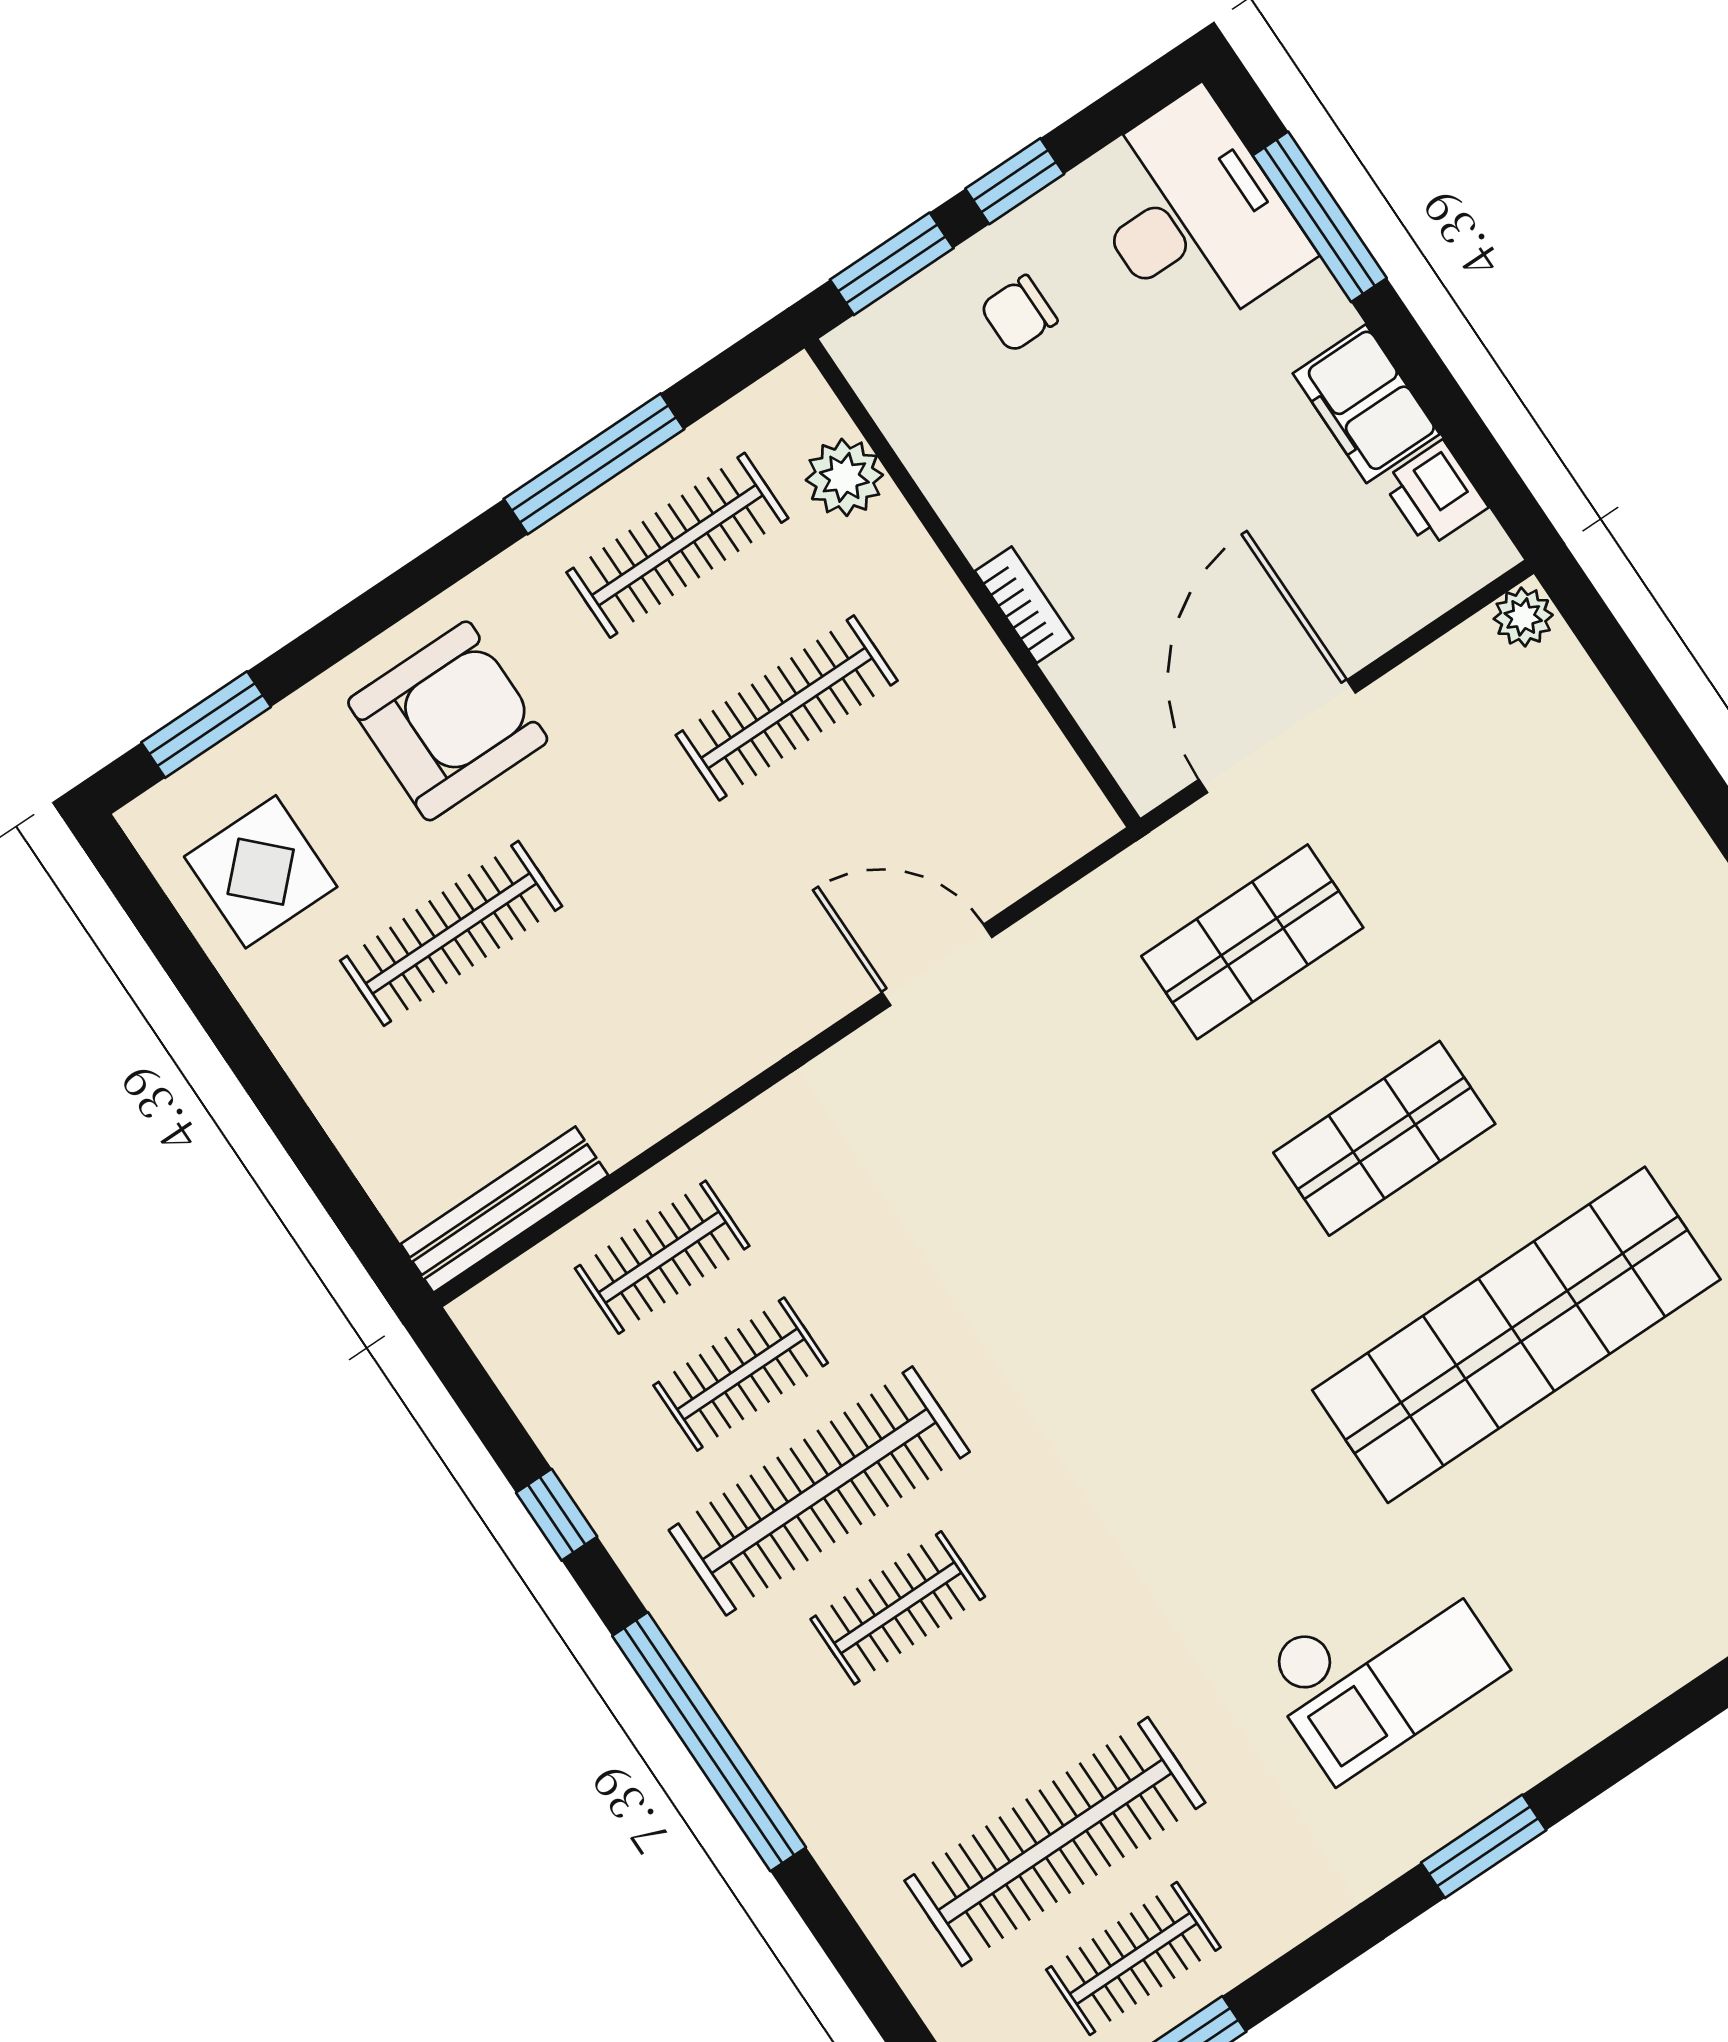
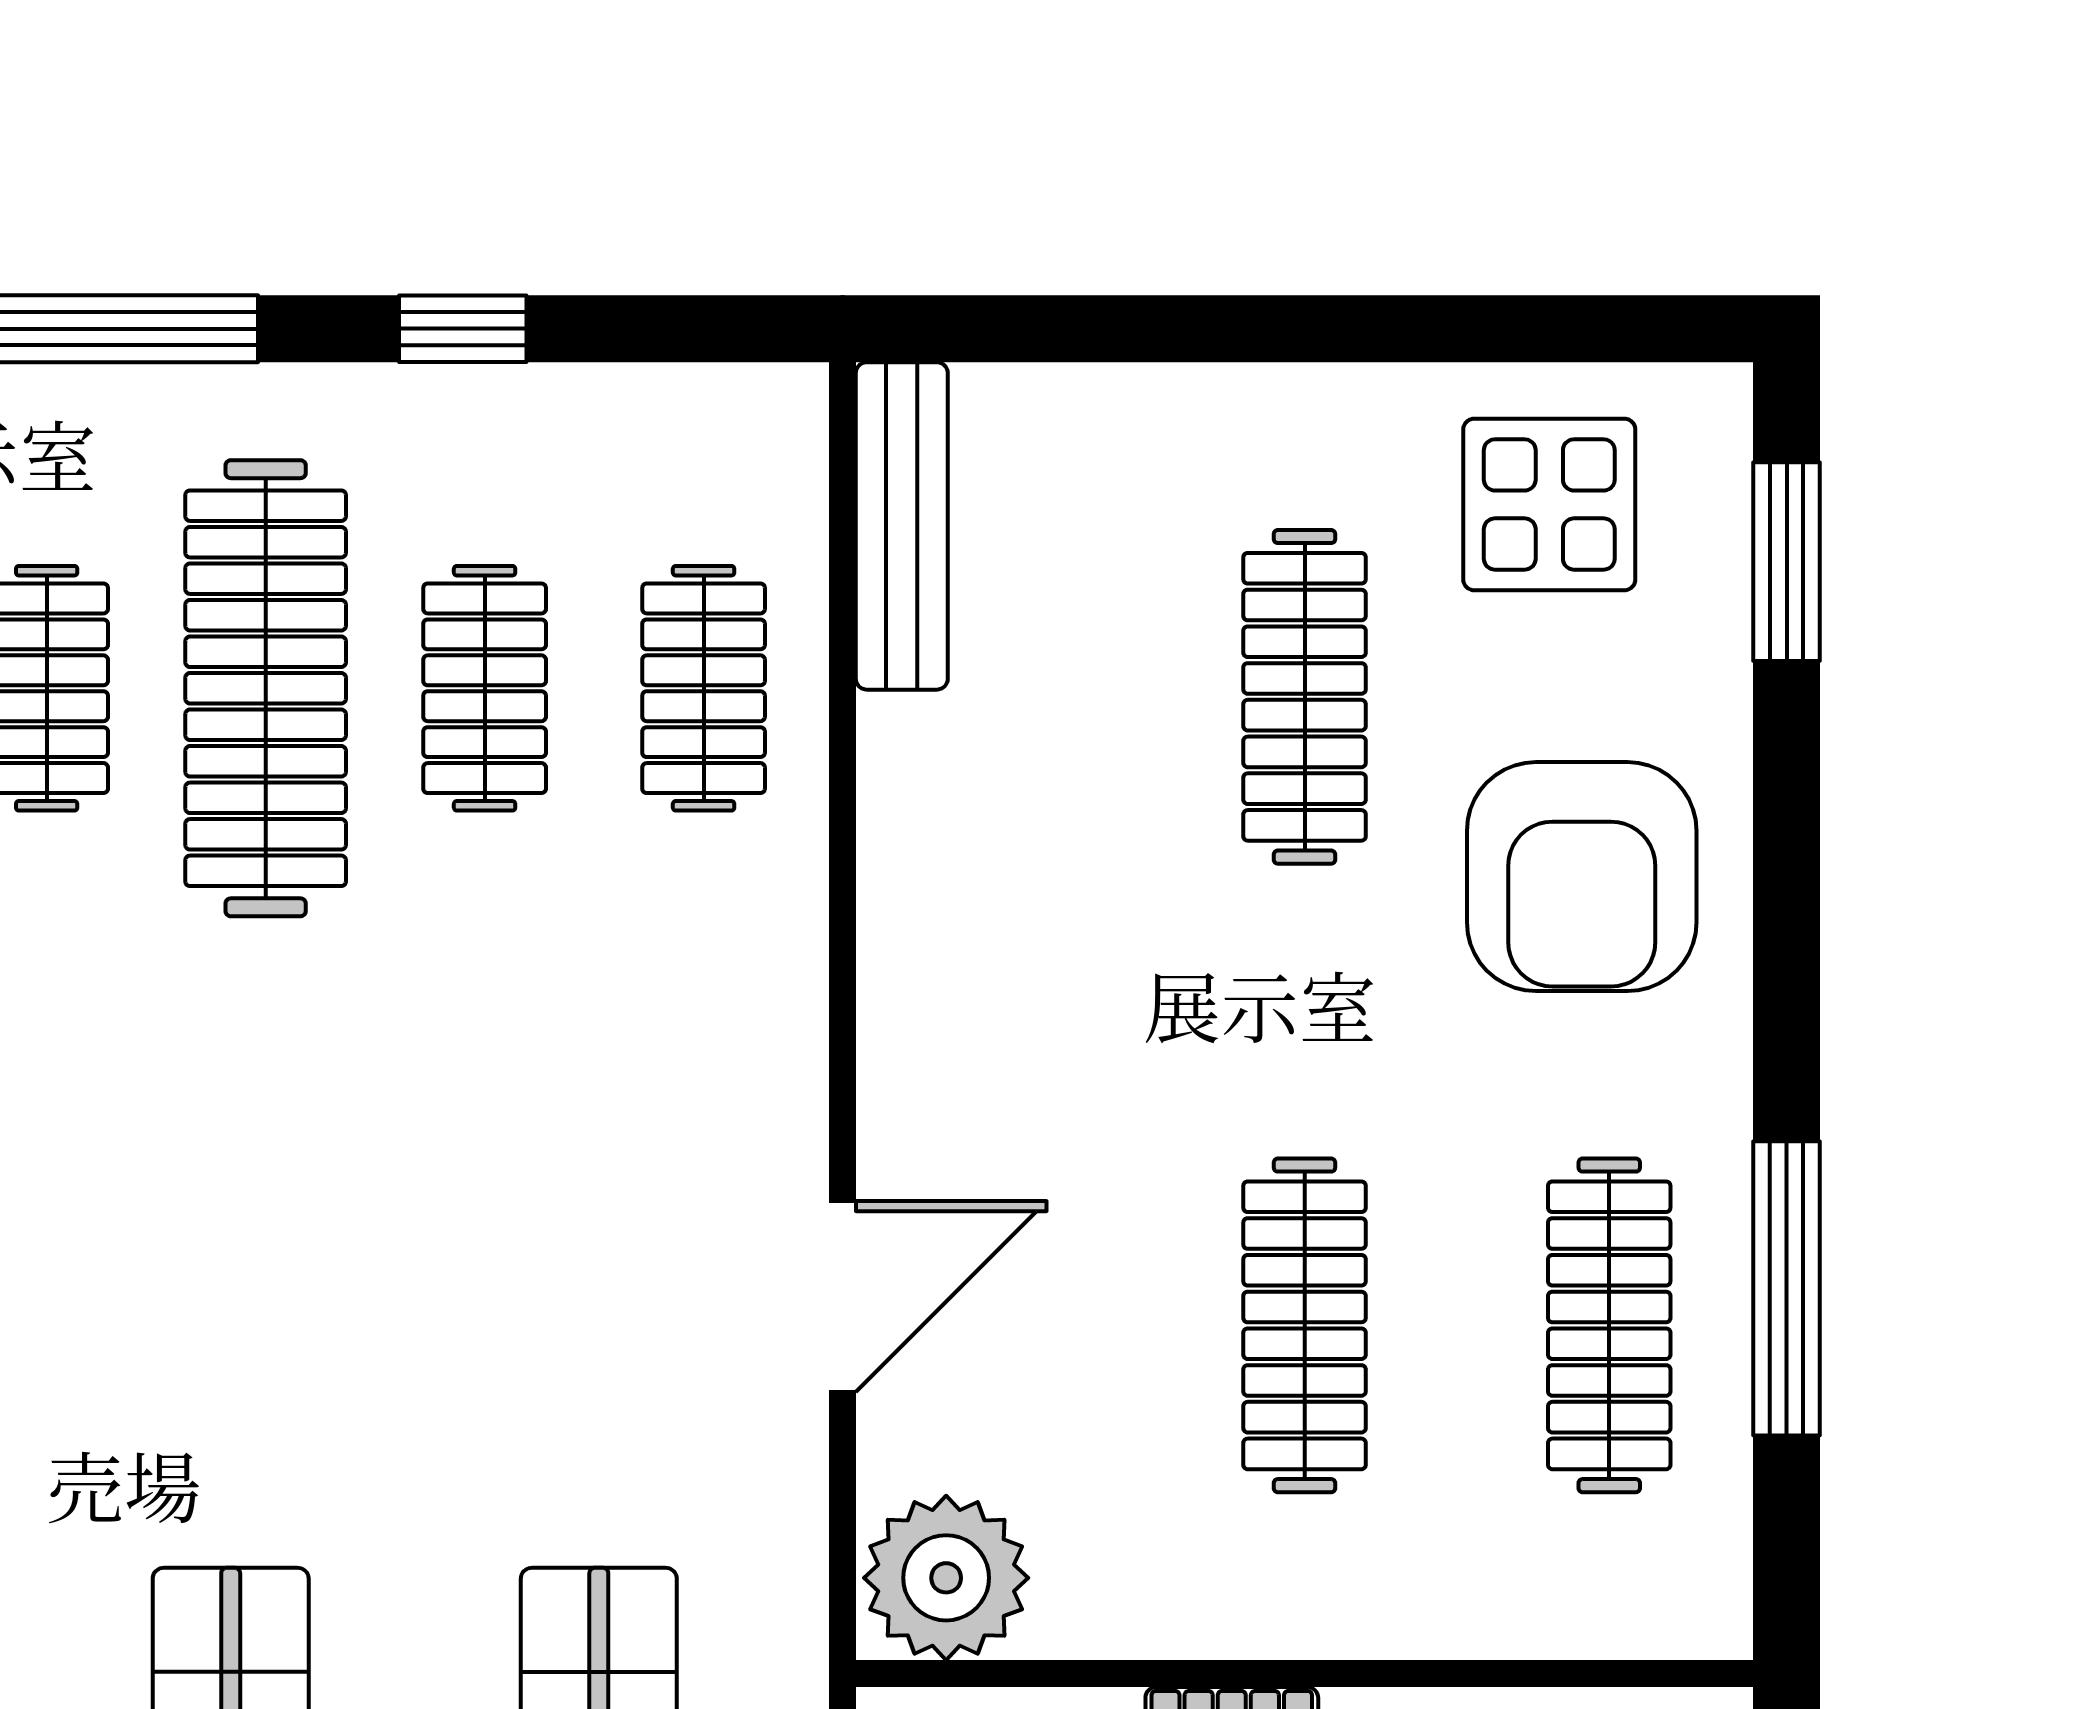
plant: (844, 477) -> (946, 1578), moved, width x1.36, depth x1.36

